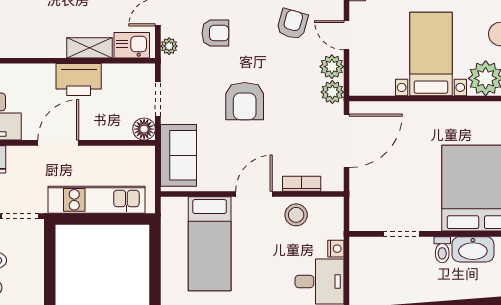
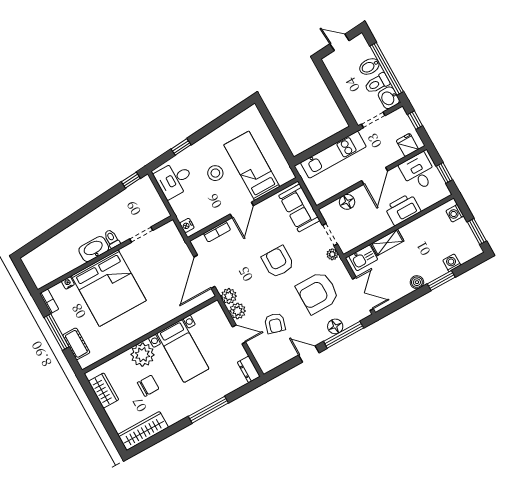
armchair: (215, 33) -> (318, 293), width x1.88, depth x1.88
plant: (169, 46) -> (332, 254), moved
printer: (79, 80) -> (403, 209), moved
floor lamp: (144, 129) -> (347, 202), moved
stool: (296, 215) -> (215, 173), moved
nightstand: (336, 249) -> (187, 225), moved

